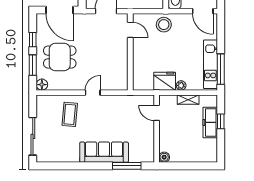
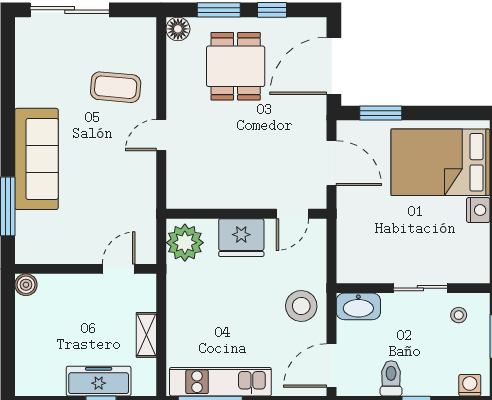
stool: (164, 25) -> (301, 306), moved
fridge: (165, 81) -> (241, 238), moved, turned 90
plant: (181, 85) -> (185, 243), moved, width x1.88, depth x1.88
door: (93, 93) -> (161, 135), swing flipped

